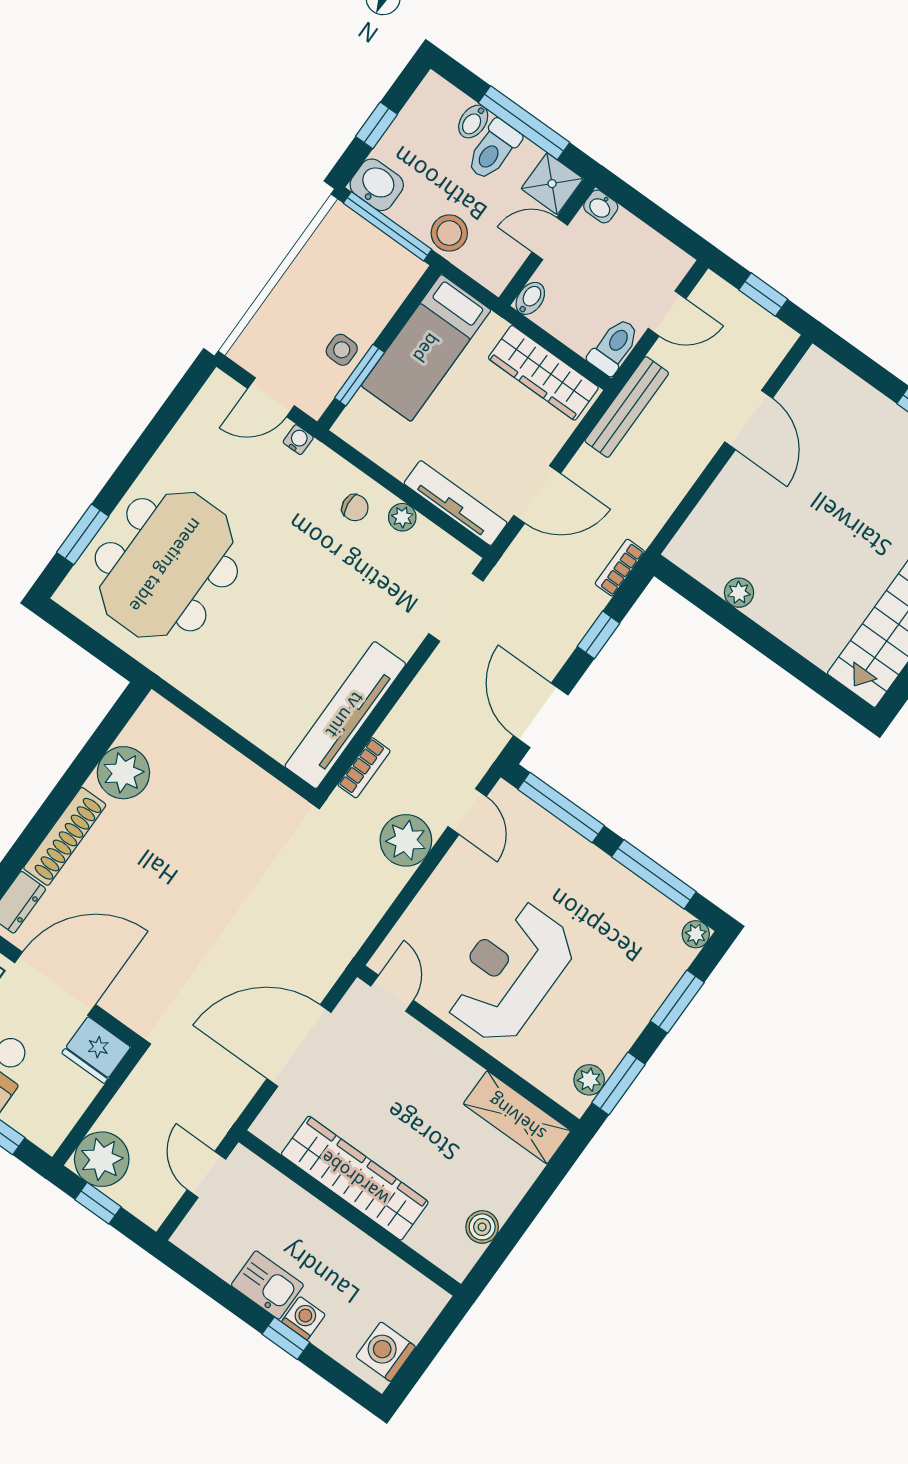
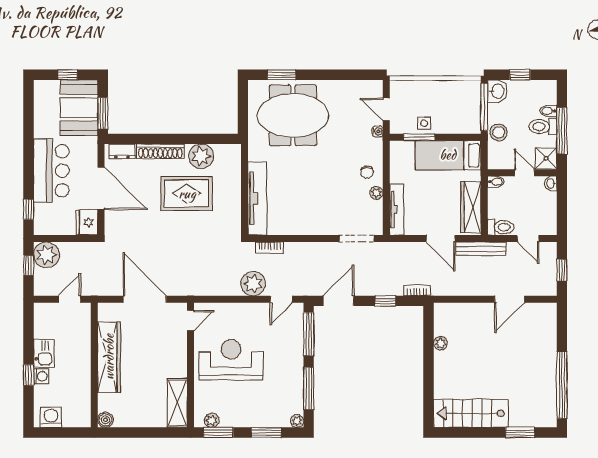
door: (537, 494) -> (441, 238), moved
tv unit: (345, 715) -> (257, 198), moved, turned 90
rug: (169, 844) -> (187, 194), added
boiler: (482, 1227) -> (105, 420), moved

